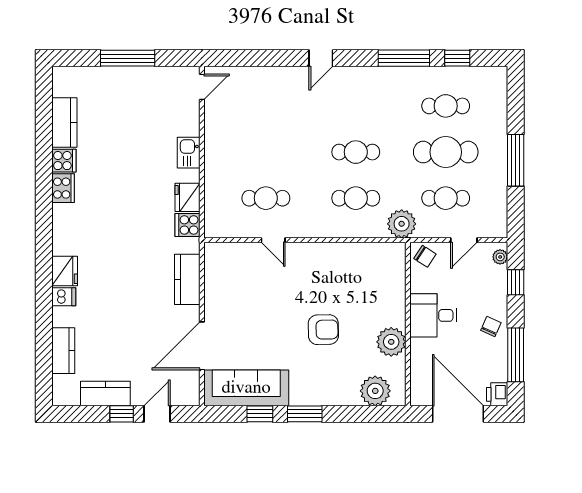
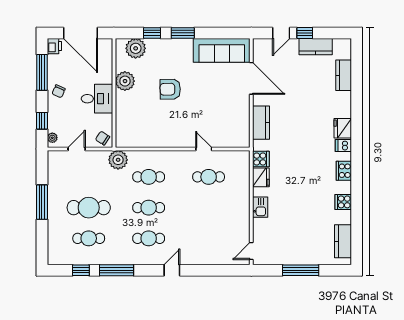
kitchen counter: (64, 123) -> (343, 241), moved
cooker: (63, 188) -> (344, 171), moved
cafe table: (446, 198) -> (149, 238), moved
dishwasher: (64, 297) -> (343, 145), moved
door: (202, 346) -> (251, 78), hinge flipped
window: (260, 414) -> (152, 33), moved

